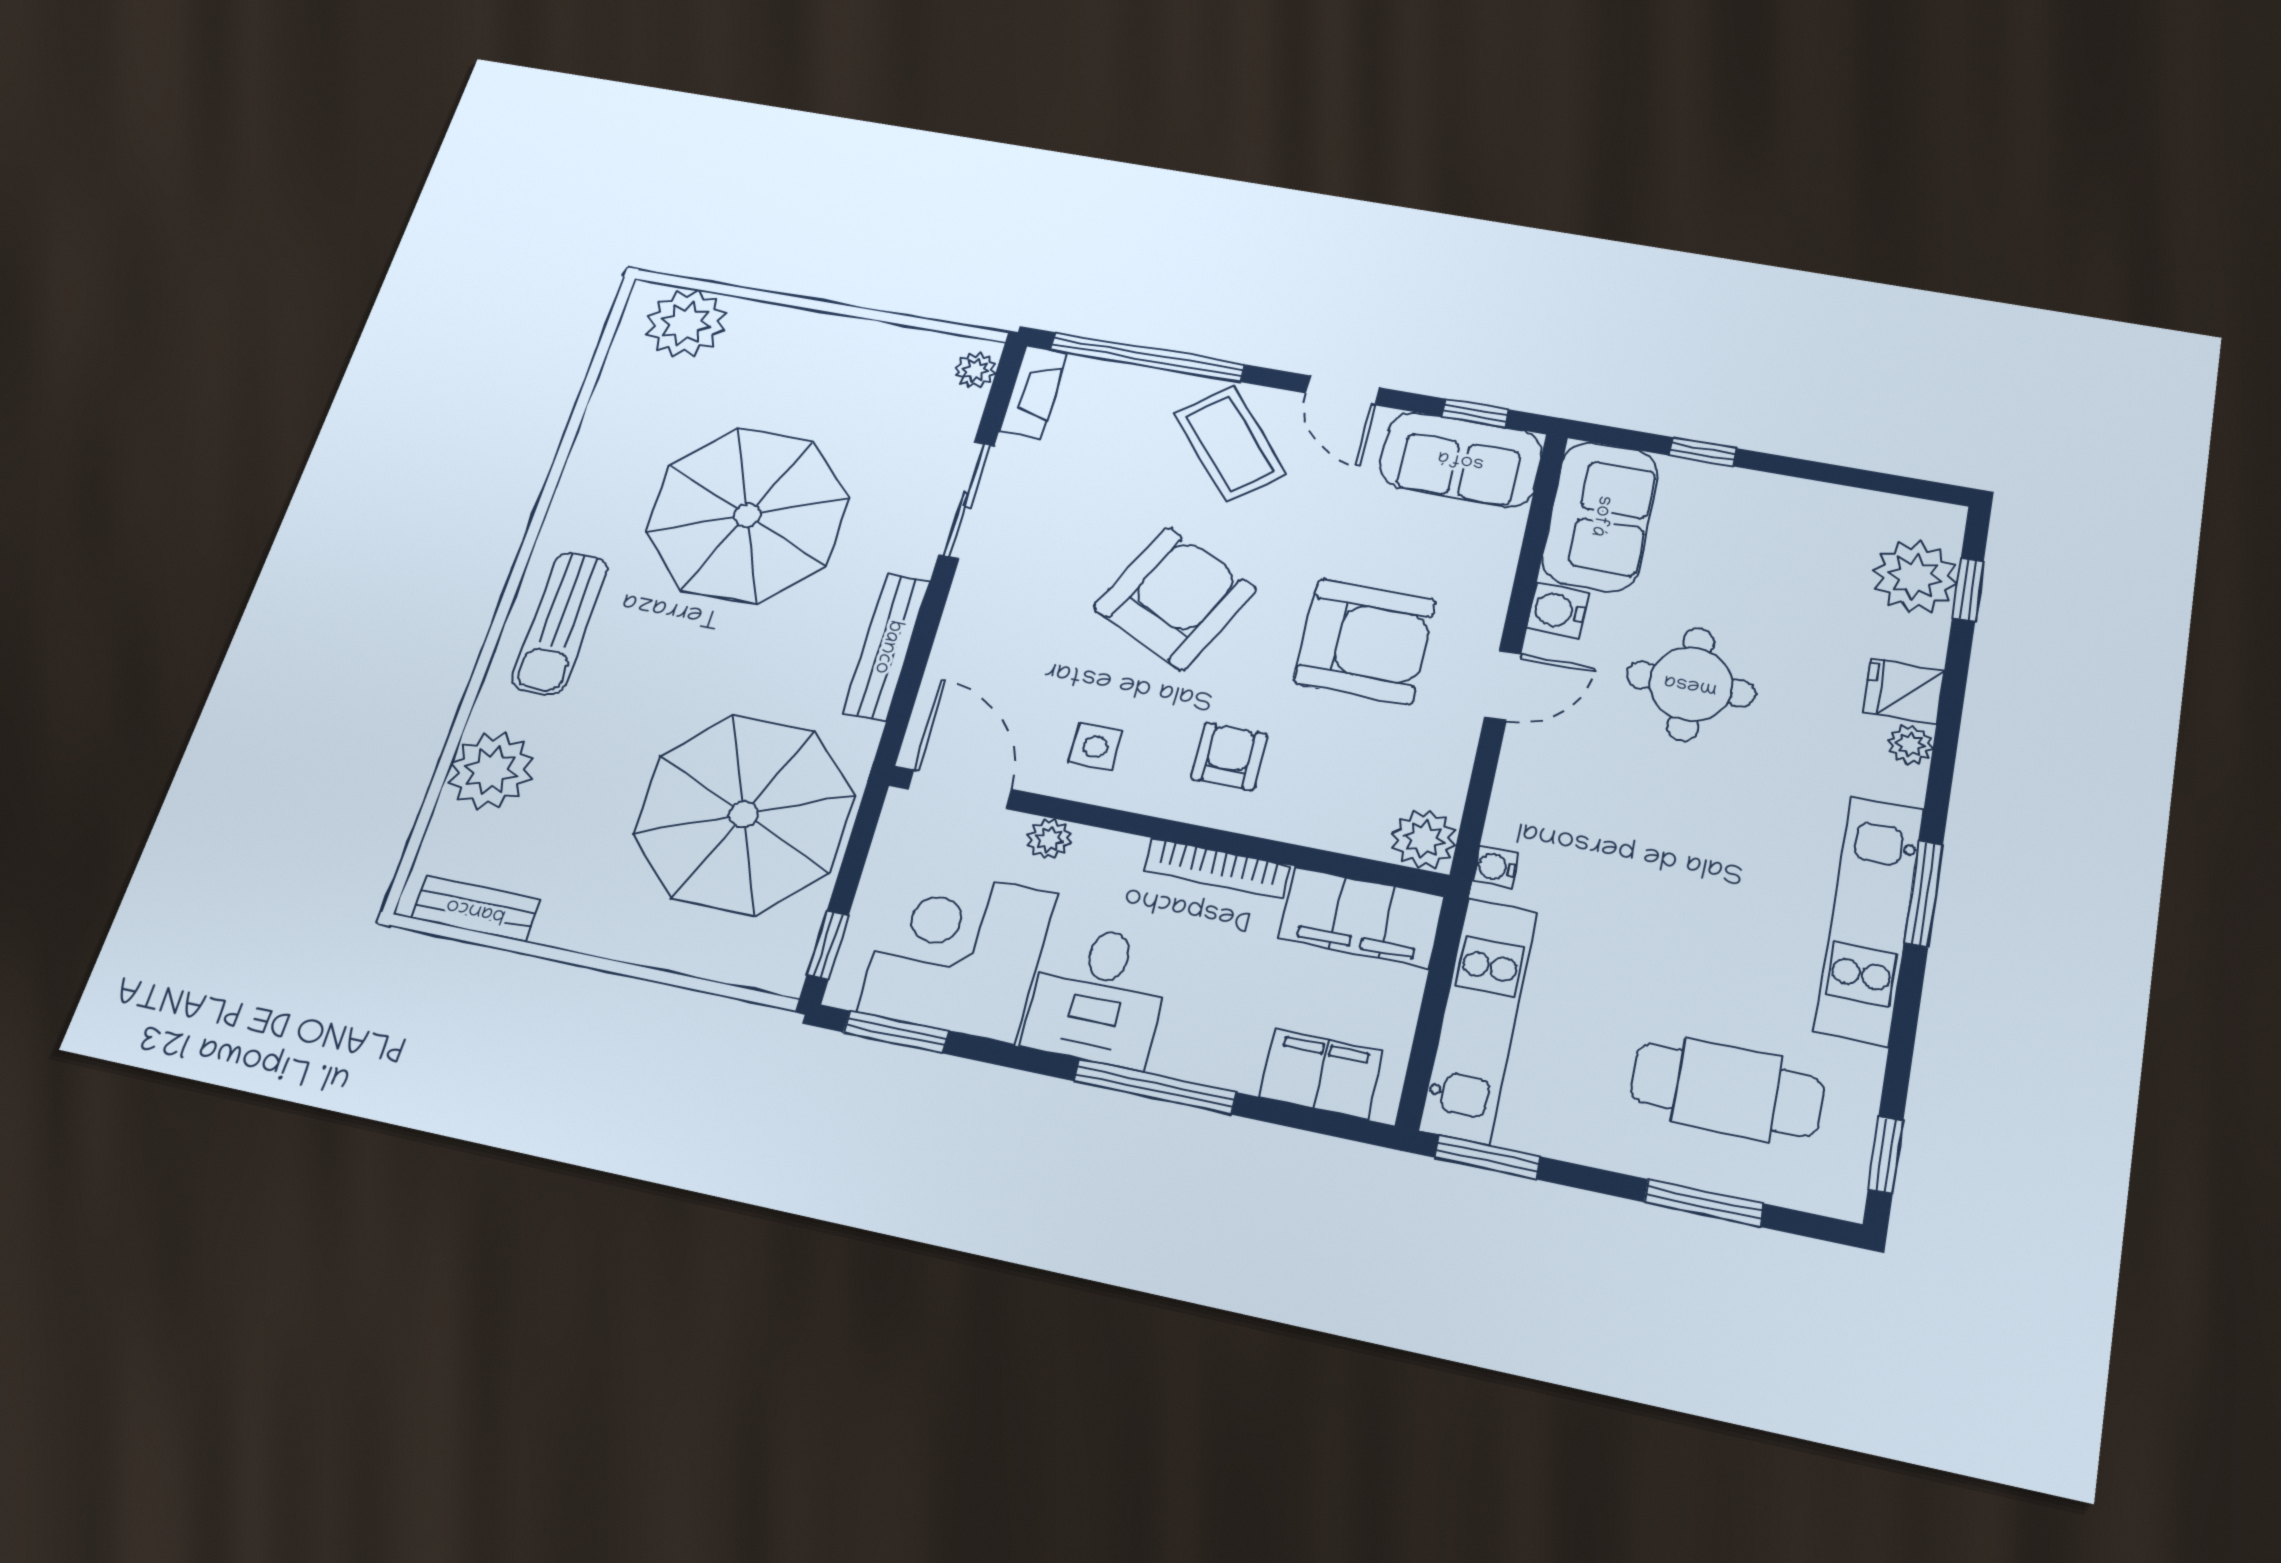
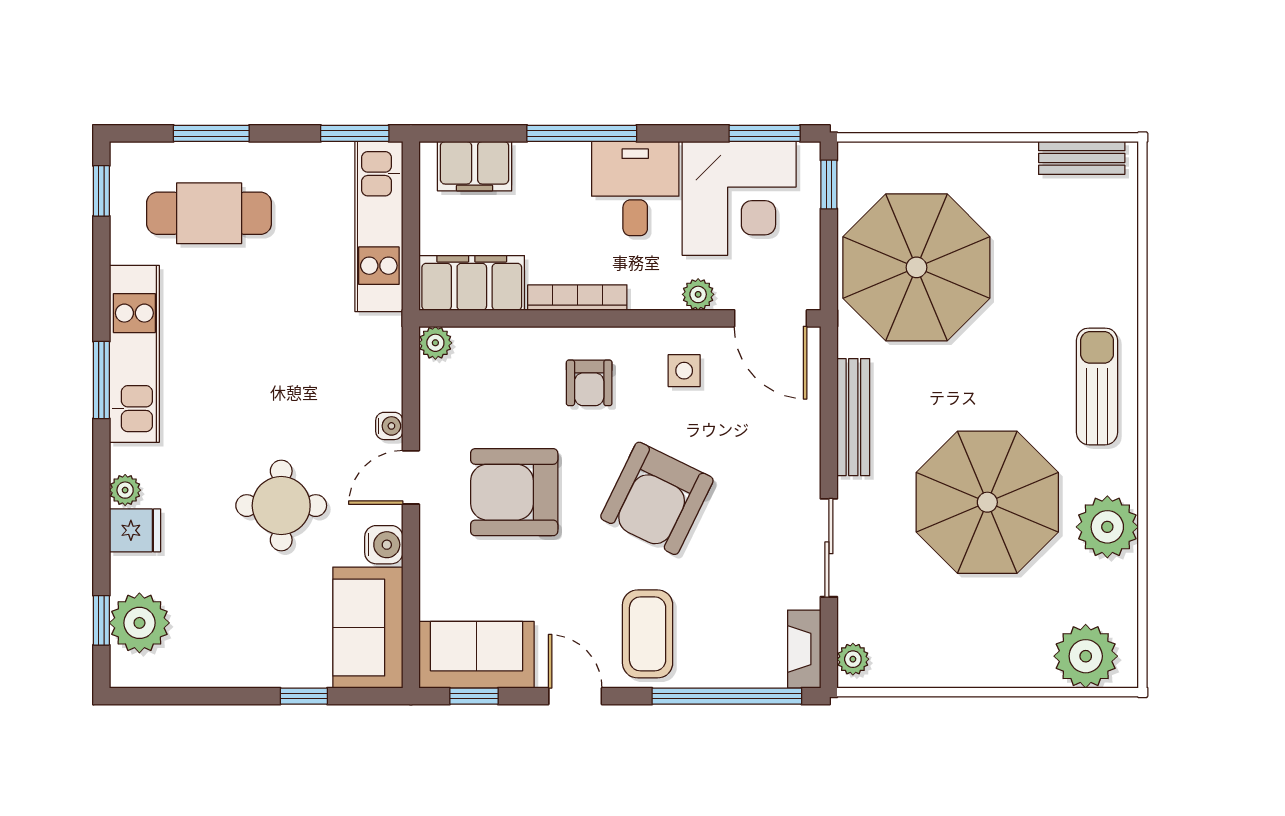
coffee table: (1230, 444) -> (648, 634), turned 40
plant: (491, 771) -> (1107, 527), moved
plant: (1424, 839) -> (435, 343), width x0.73, depth x0.73
water cooler: (1495, 867) -> (389, 426), moved

